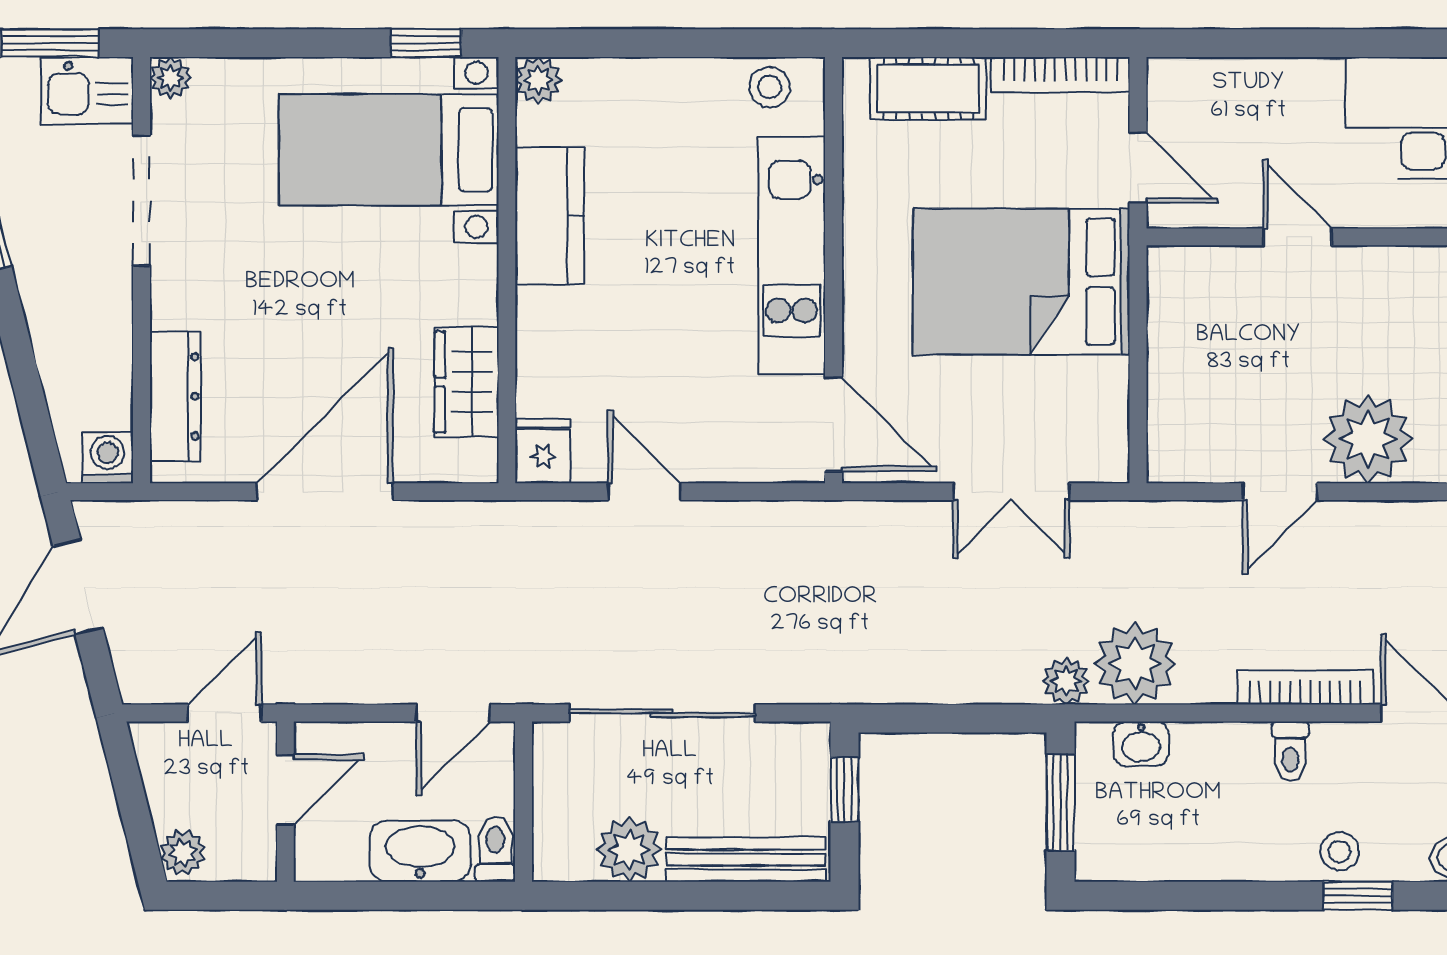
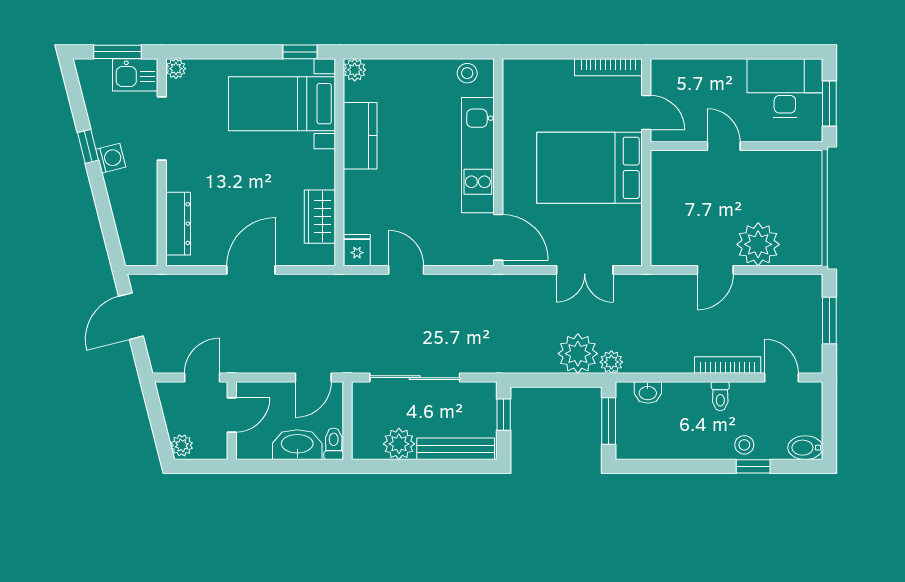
cot: (928, 89) -> (544, 74), removed
washing machine: (108, 458) -> (111, 158), moved, turned 76
door: (325, 492) -> (251, 270), width x0.73
plant: (1135, 664) -> (578, 354), moved

